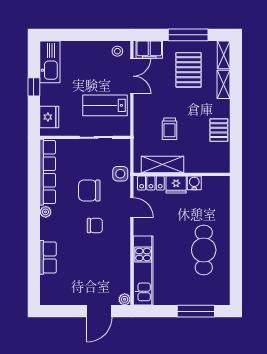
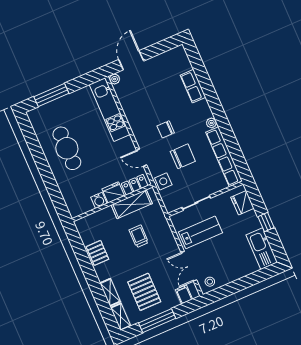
filing cabinet: (149, 50) -> (184, 294), width x0.50

